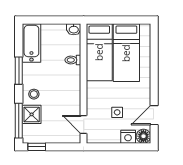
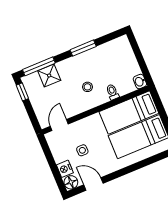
bathtub: (31, 43) -> (112, 49), removed
stool: (34, 94) -> (87, 87), moved

